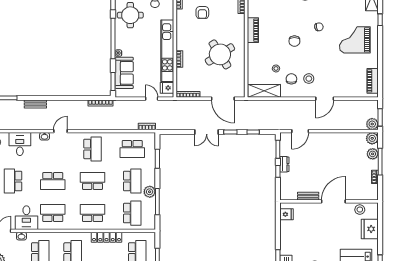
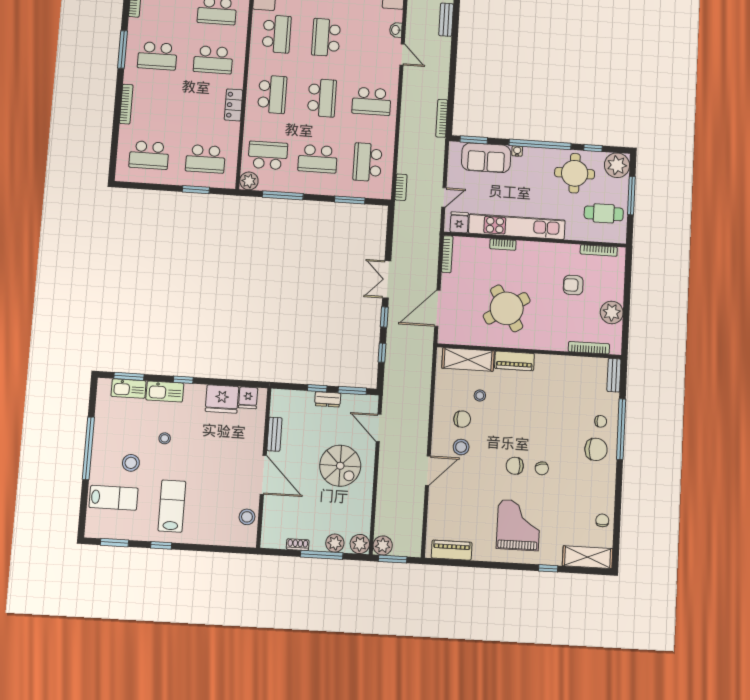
piano: (253, 30) -> (514, 361), moved
chair: (294, 41) -> (515, 466), moved
shelving: (264, 91) -> (468, 359), moved, turned 90
door: (325, 99) -> (428, 471), swing flipped
spiral stairs: (325, 154) -> (340, 466), added
plant: (150, 192) -> (249, 181), moved
school desk: (132, 213) -> (268, 155), turned 180
fridge: (370, 229) -> (222, 399), moved, turned 180
locker: (107, 237) -> (234, 105), width x0.66

